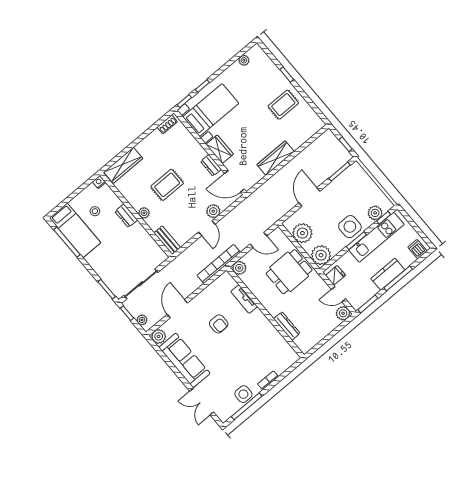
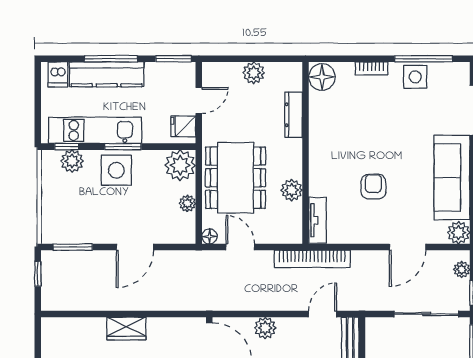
wardrobe: (276, 158) -> (126, 328), width x0.67
door: (207, 228) -> (323, 314), moved
floor lamp: (278, 233) -> (210, 236), added
plant: (302, 233) -> (187, 203), width x0.53, depth x0.53
plant: (239, 268) -> (292, 190), moved
dining table: (289, 272) -> (236, 178), width x1.38
kitchen counter: (388, 274) -> (107, 74), width x1.50
door: (338, 294) -> (199, 100), hinge flipped
tv unit: (244, 299) -> (317, 220), moved
plant: (343, 313) -> (254, 73), moved
floor lamp: (288, 356) -> (322, 77), added

